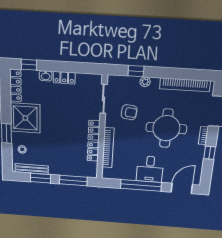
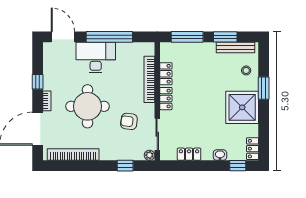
locker: (64, 78) -> (189, 154), moved
plant: (145, 82) -> (149, 155), moved
locker: (15, 86) -> (253, 149), width x0.66
desk: (150, 169) -> (96, 57), width x1.37
door: (182, 188) -> (63, 37), swing flipped

